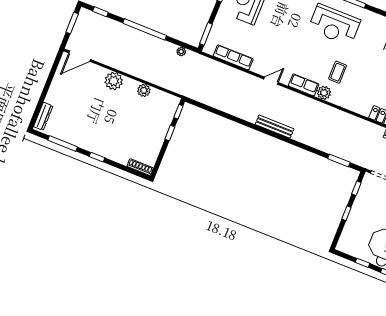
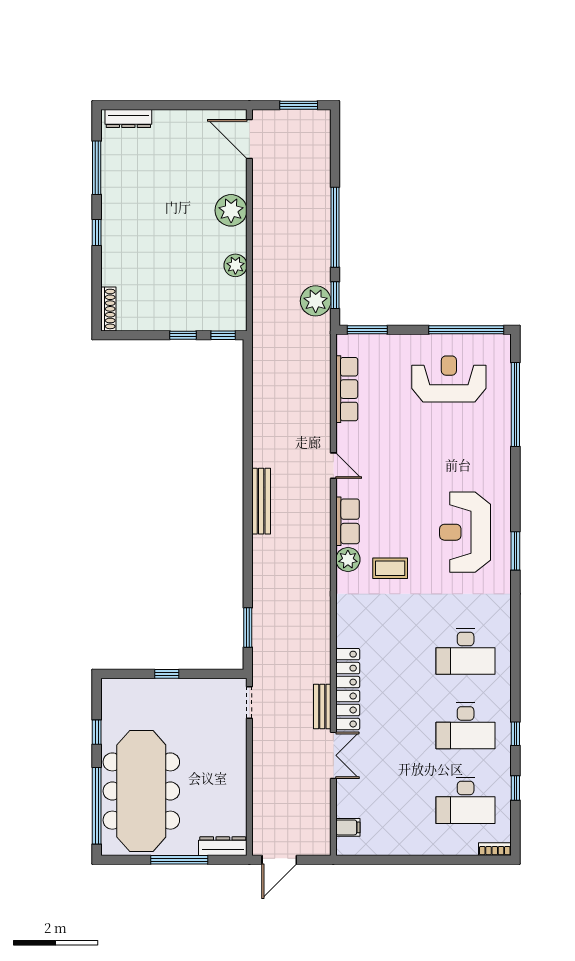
window: (100, 12) -> (335, 295), moved
plant: (181, 52) -> (316, 301), width x1.87, depth x1.87
window: (356, 188) -> (214, 674), removed

